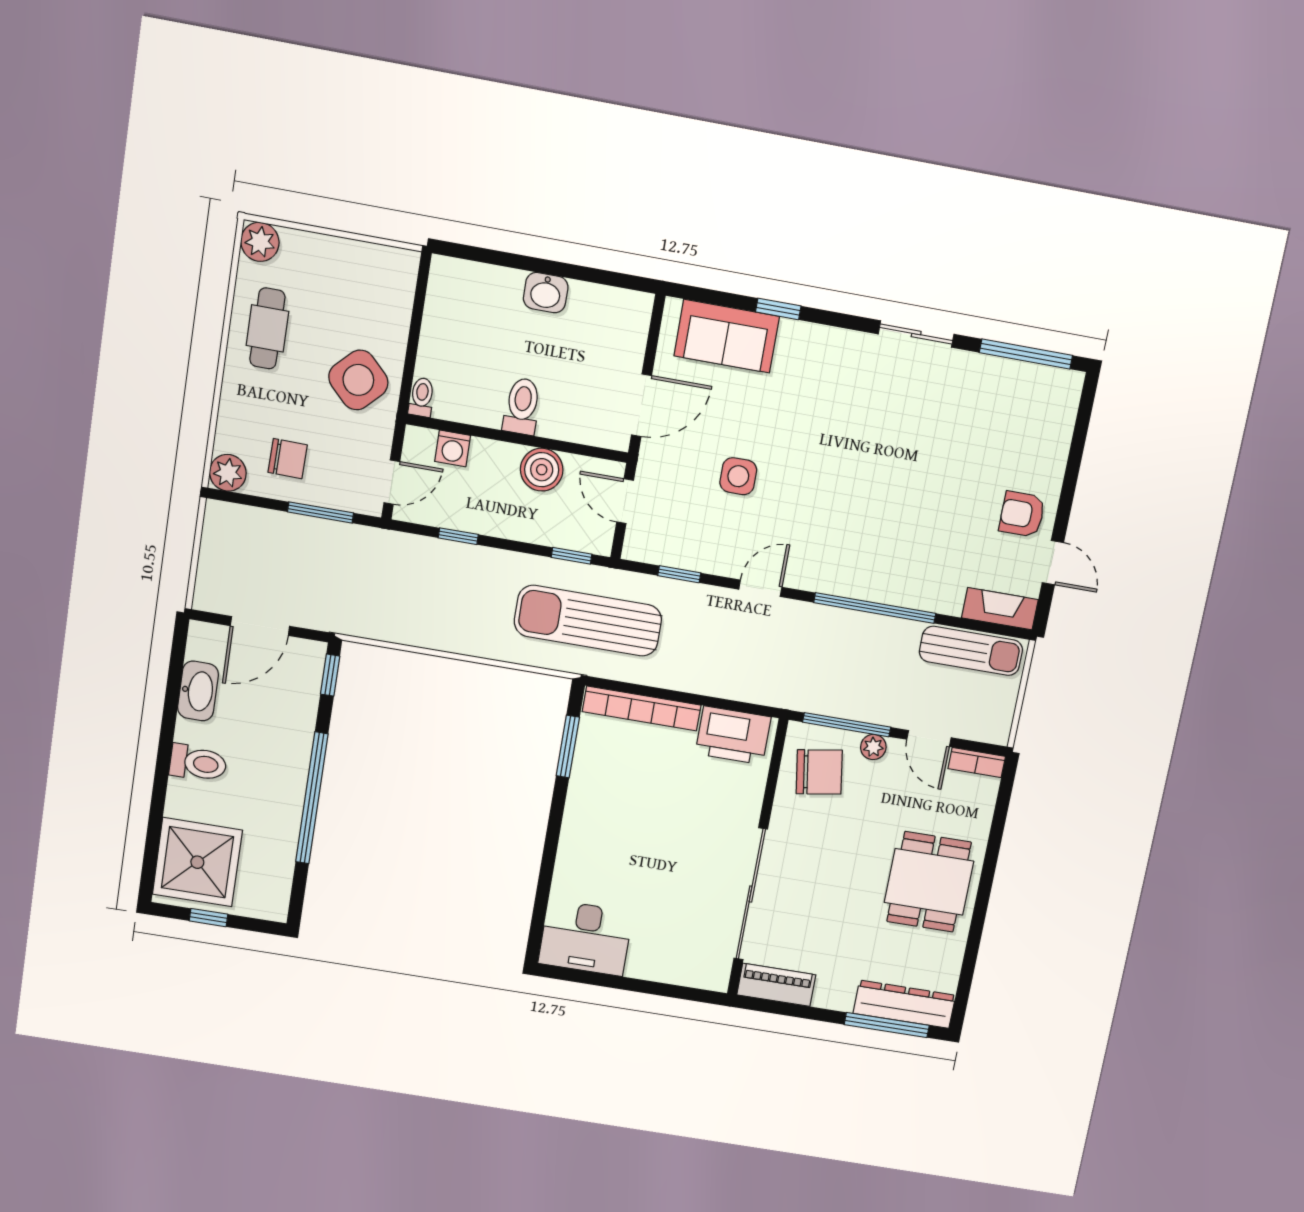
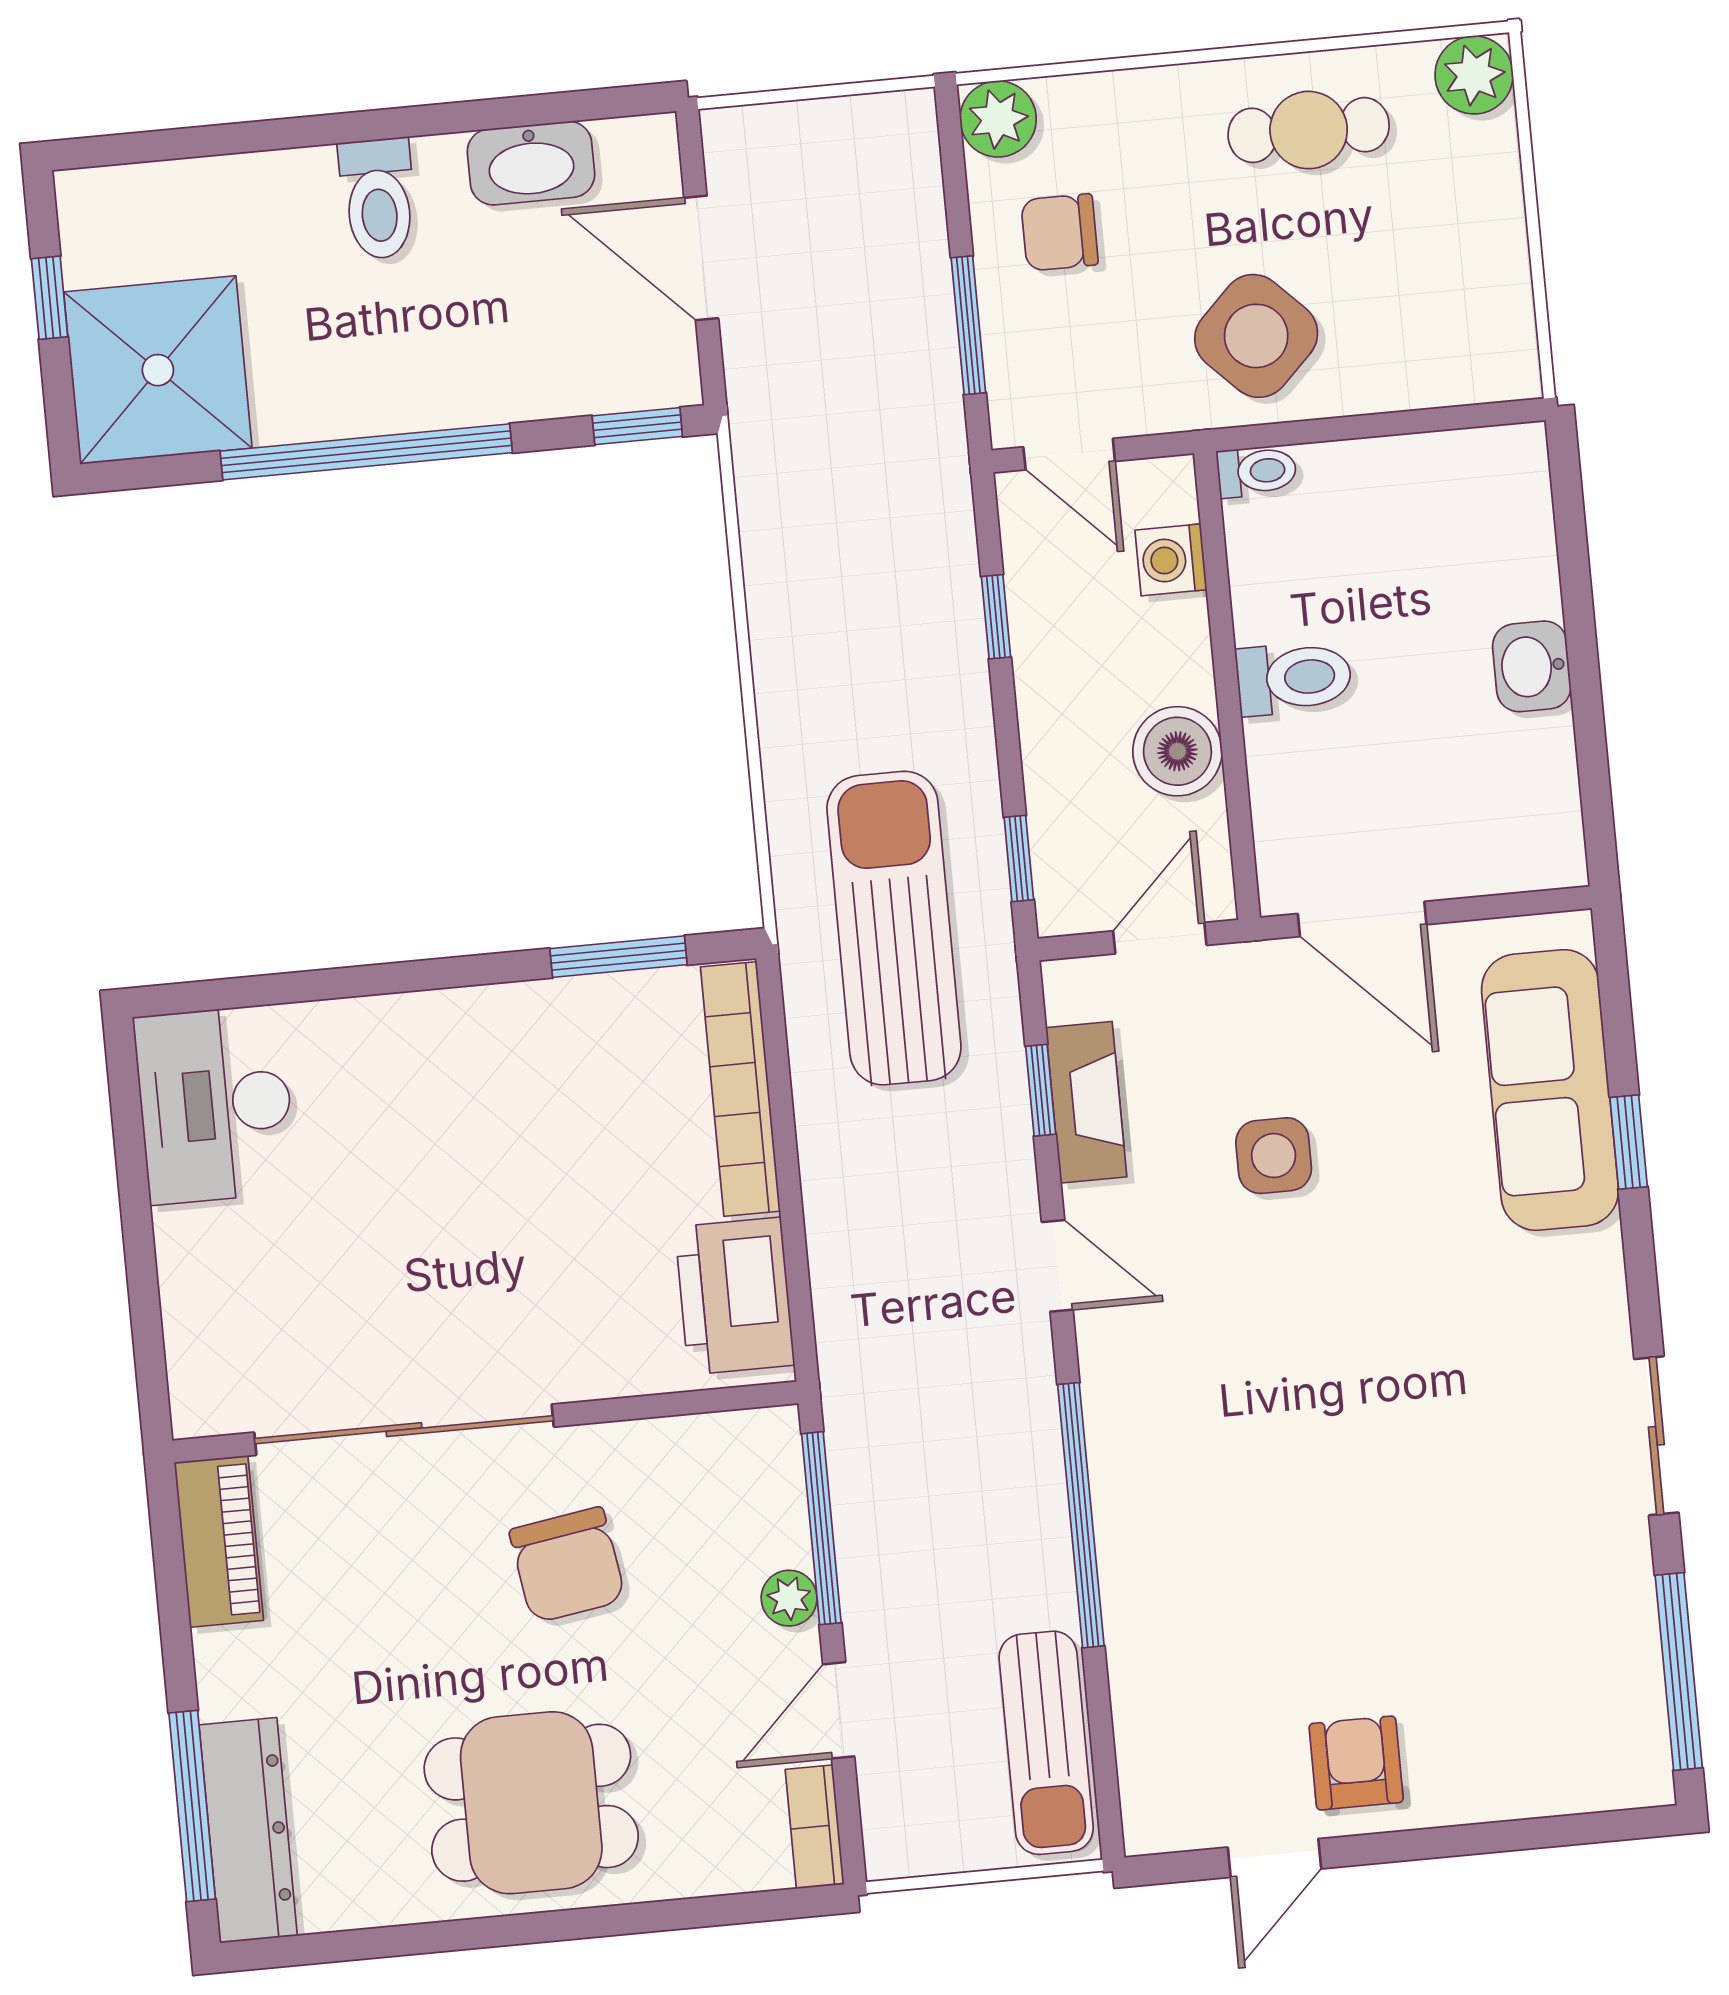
sofa: (727, 336) -> (1550, 1090), width x1.36
chair: (288, 459) -> (1060, 232), turned 89
fireplace: (1000, 609) -> (1086, 1102), moved
chair: (819, 772) -> (567, 1565), moved
shower: (197, 862) -> (158, 370), moved

